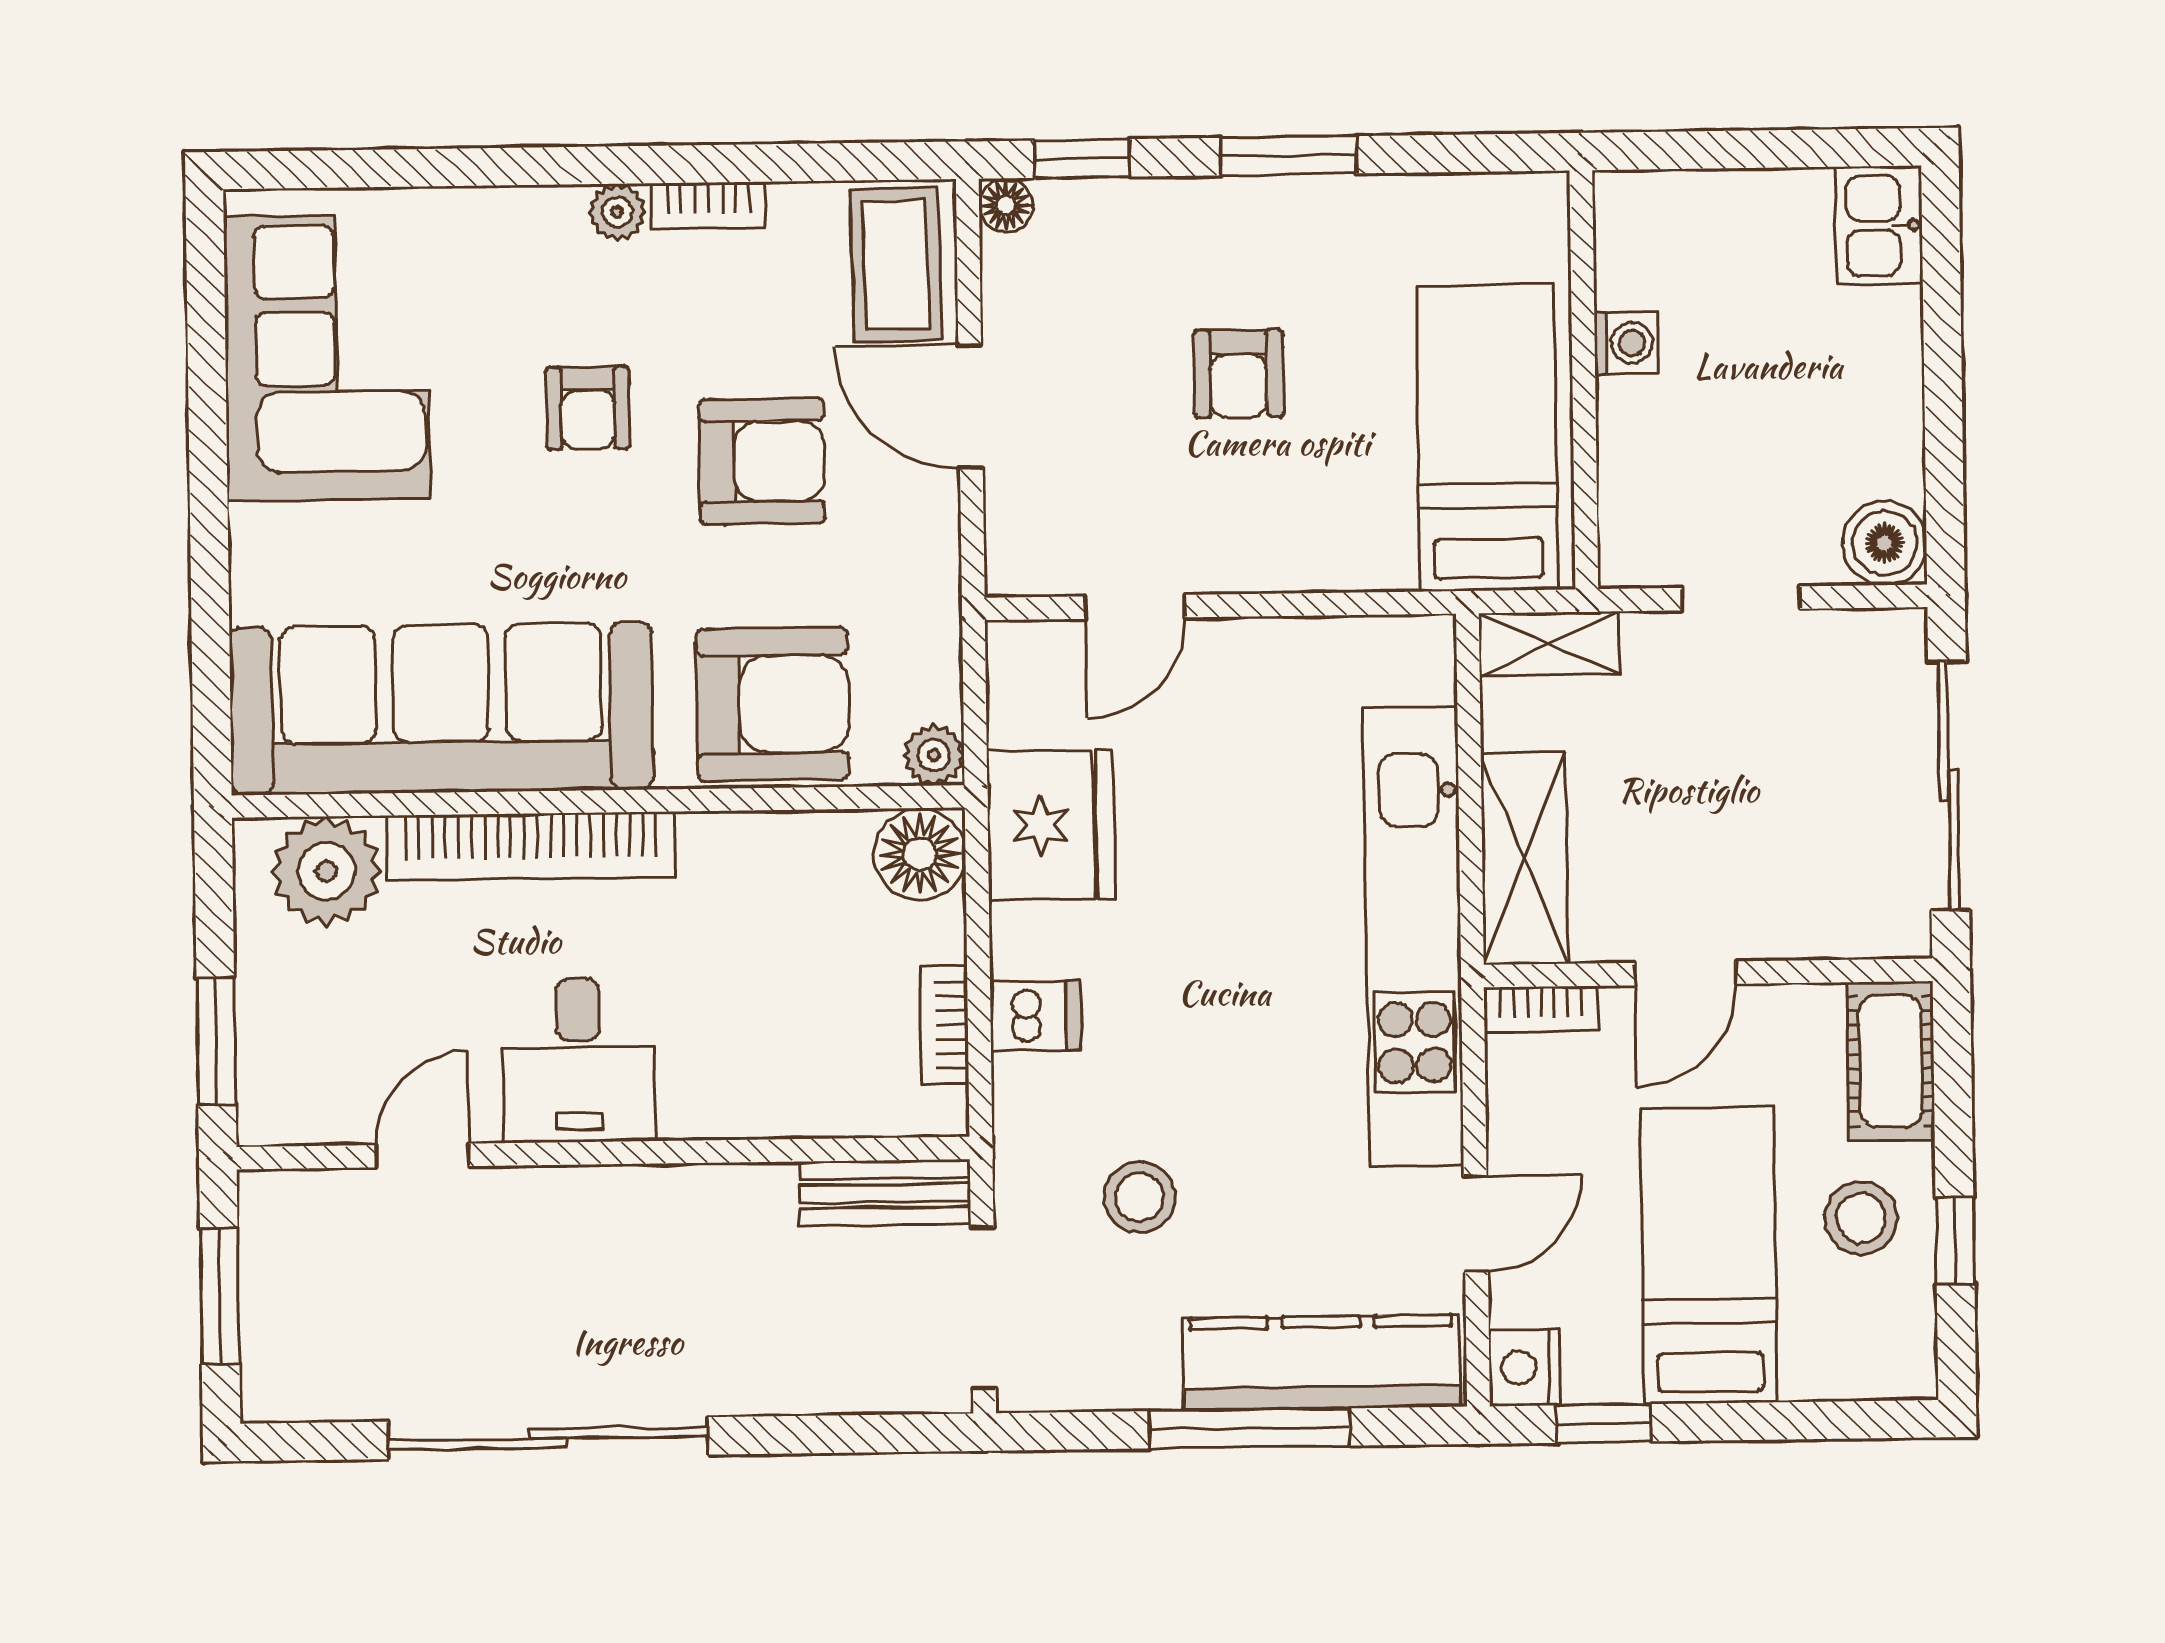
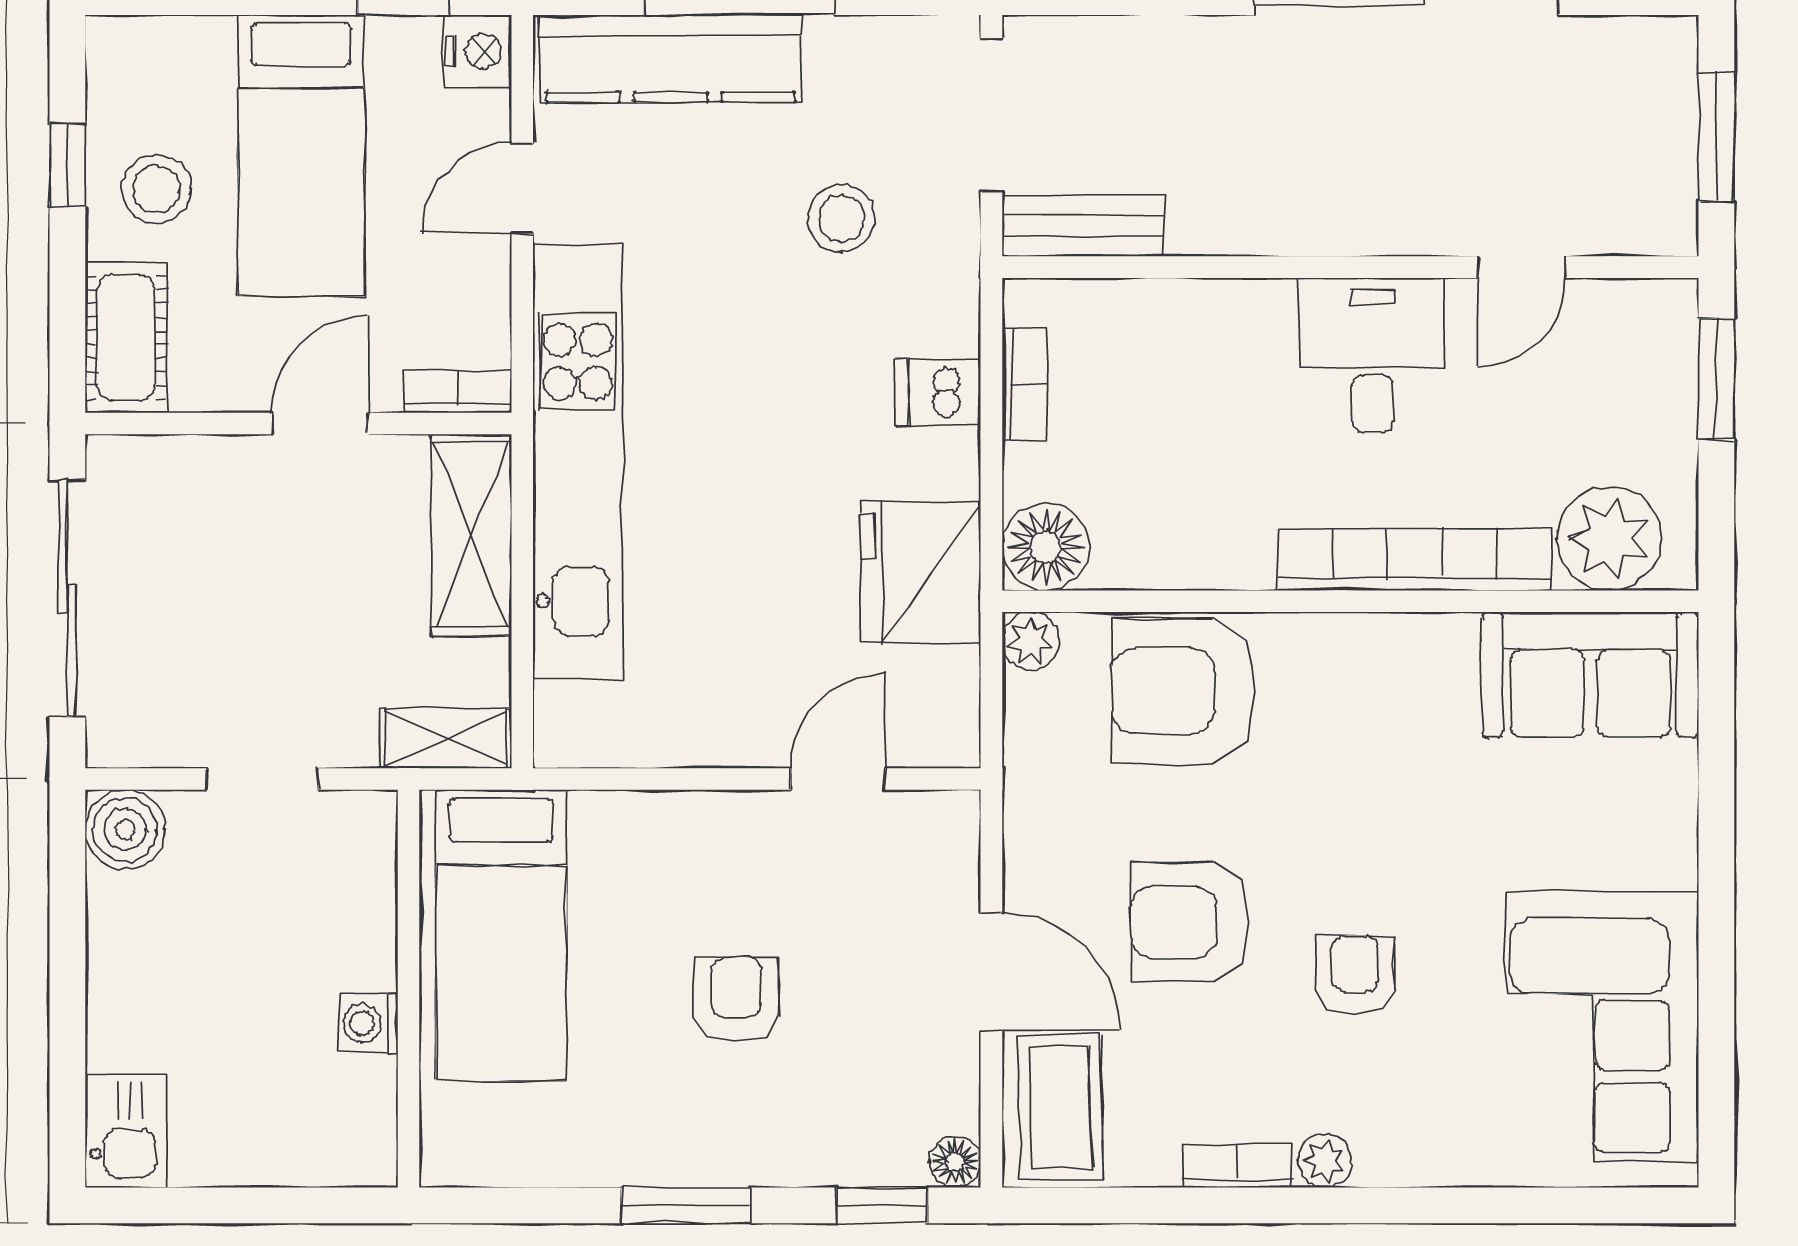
sofa: (441, 709) -> (1590, 675), width x0.54, depth x0.79

